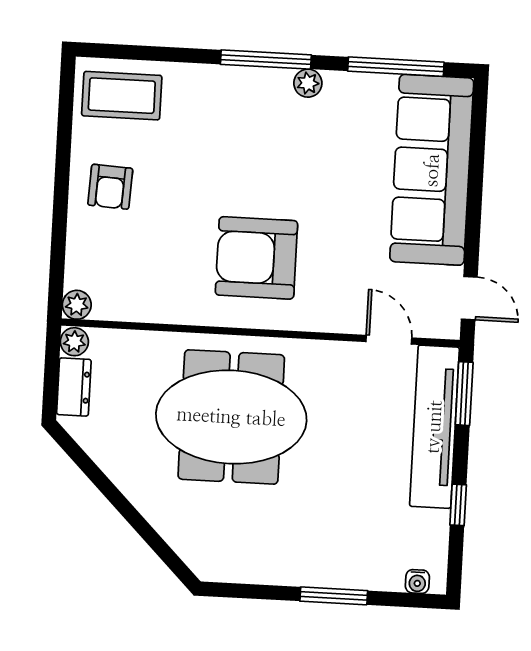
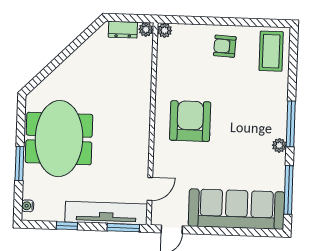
meeting table: (231, 417) -> (59, 139), moved

